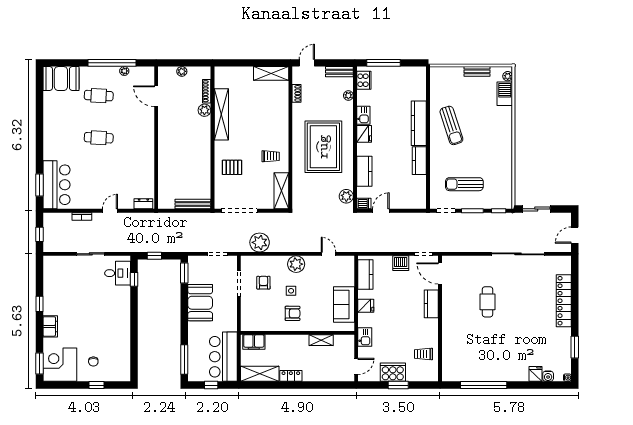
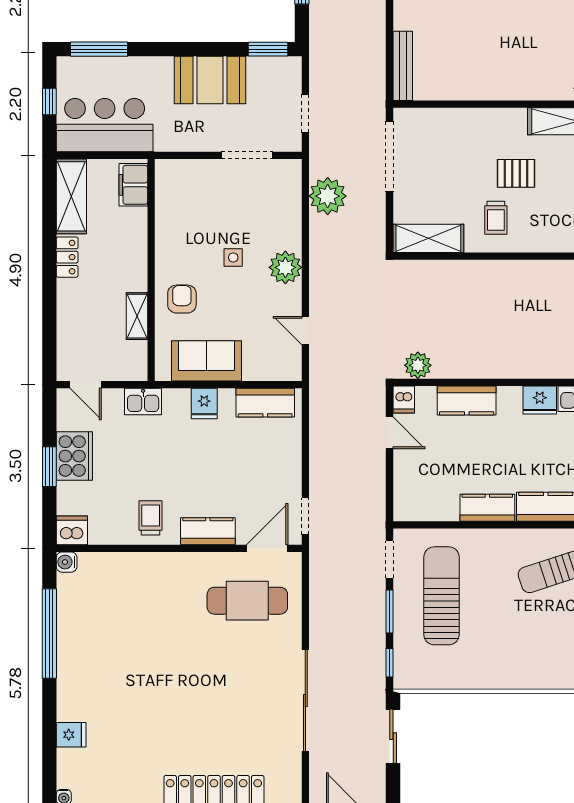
rug: (323, 147) -> (514, 321), removed
pallet: (232, 167) -> (516, 173), moved, turned 90
sun lounger: (464, 184) -> (441, 596), width x1.36, depth x1.34
door: (329, 254) -> (305, 331), swing flipped
dishwasher: (401, 263) -> (72, 530), moved, turned 90
armchair: (263, 283) -> (249, 204), removed
cafe table: (487, 302) -> (247, 601), moved, width x1.37, depth x1.35
armchair: (293, 313) -> (182, 299), moved, turned 180
trolley: (424, 354) -> (151, 518), moved
water cooler: (548, 376) -> (67, 562), moved

